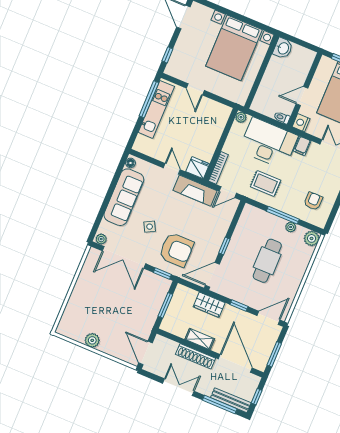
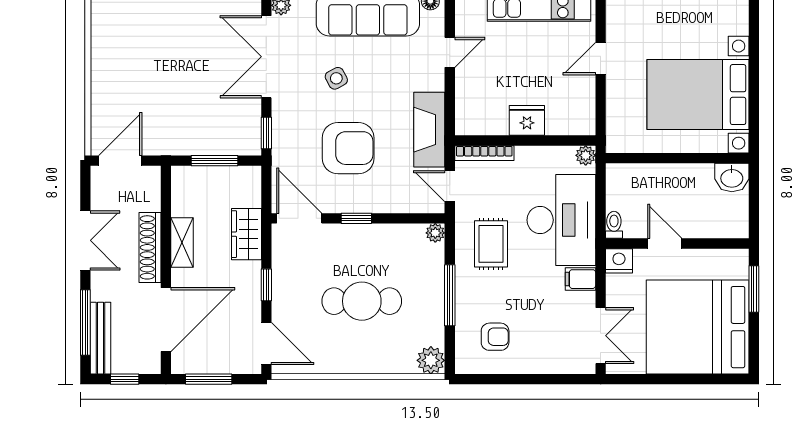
fridge: (198, 168) -> (527, 120), moved, turned -90
door: (172, 169) -> (450, 52), moved
plant: (291, 227) -> (435, 233), moved
armchair: (176, 250) -> (348, 148), moved, turned -90
plant: (92, 340) -> (104, 62), removed

